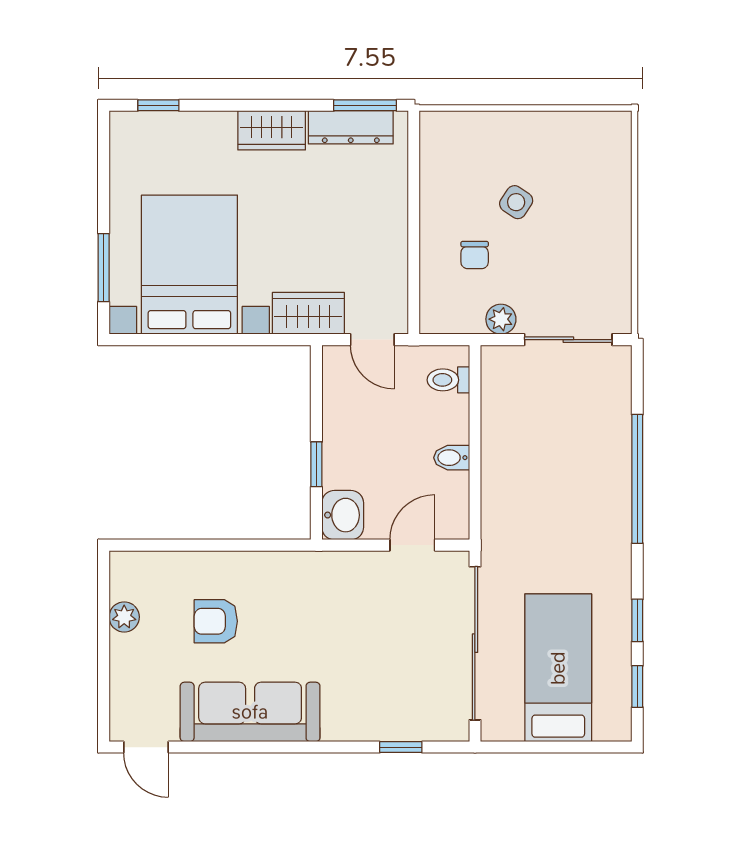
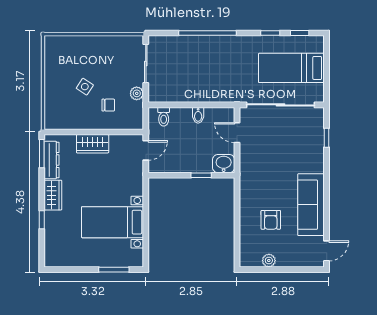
window: (158, 105) -> (42, 220), moved
bed with nightstands: (189, 265) -> (113, 222), width x0.73
wardrobe: (308, 313) -> (93, 144), moved, turned -90

